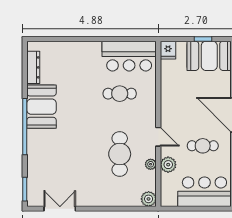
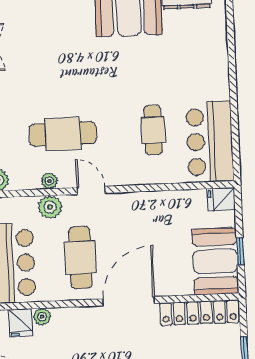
door: (158, 137) -> (91, 190), swing flipped
cafe table: (203, 146) -> (80, 258), width x1.37, depth x1.35

